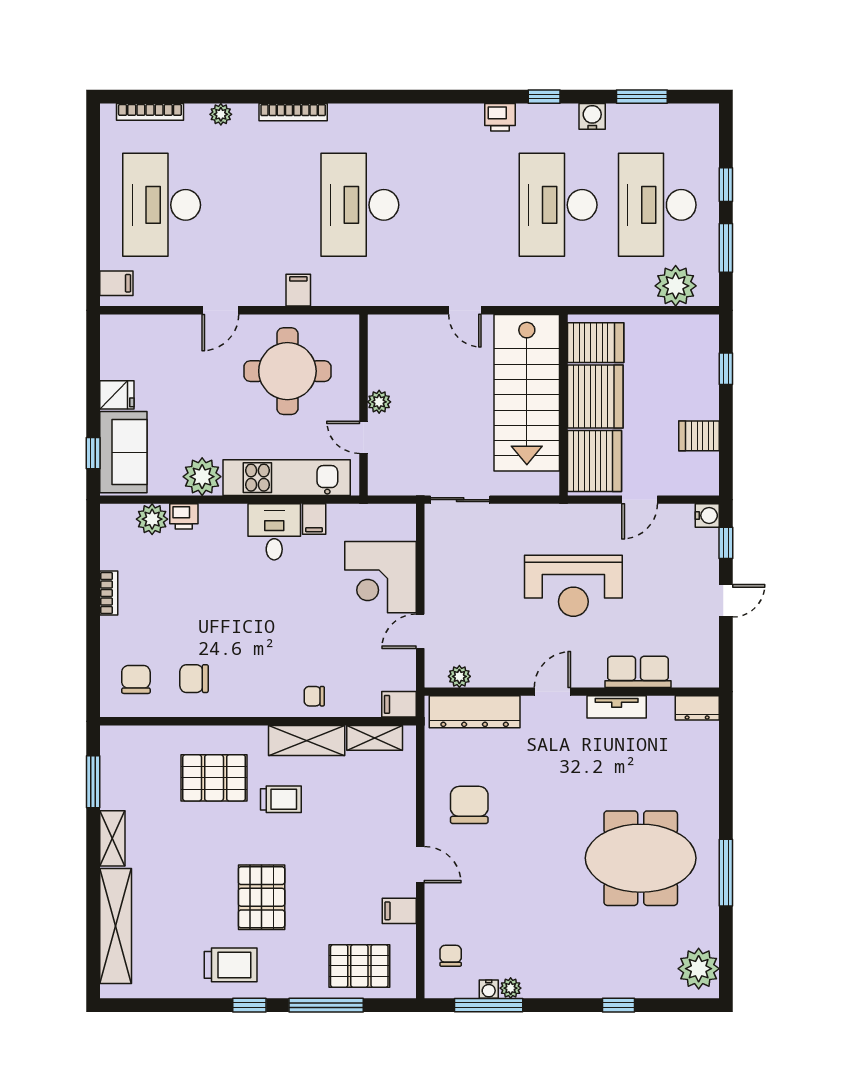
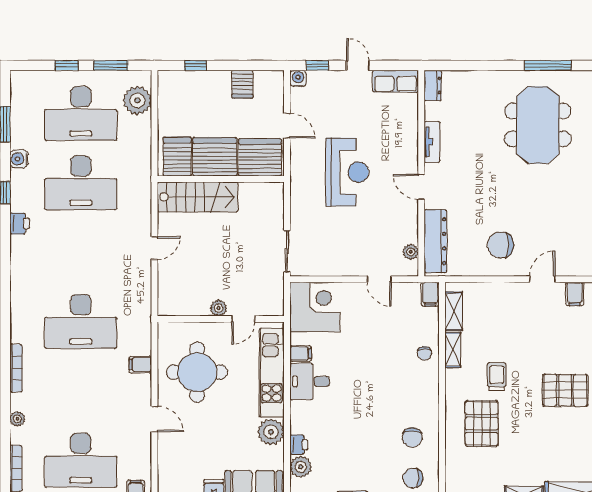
stairs: (527, 393) -> (198, 197), width x0.73, depth x0.66
corner desk: (381, 577) -> (315, 307), moved, turned -90
row of seats: (638, 672) -> (395, 81), moved, turned -90
shelving: (307, 741) -> (453, 350), width x0.67, depth x0.75

